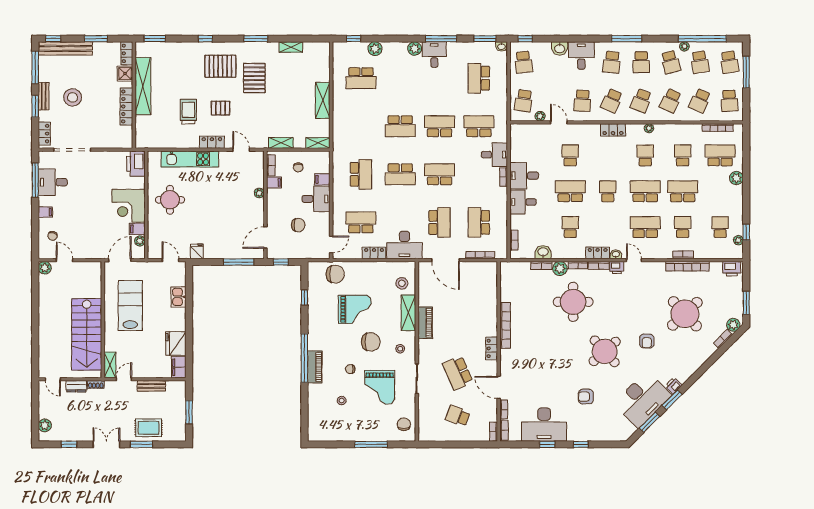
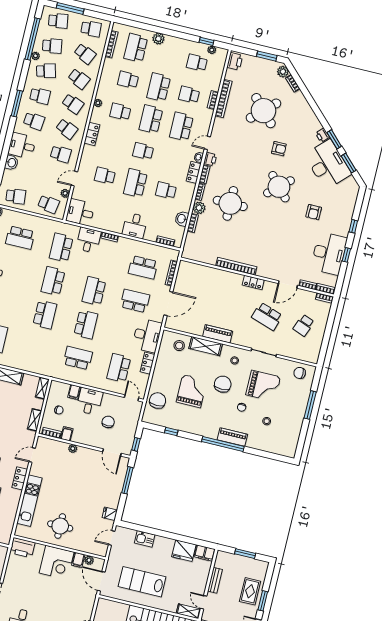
desk: (524, 176) -> (80, 212), moved, turned 90
school desk: (458, 373) -> (267, 316), turned 42

